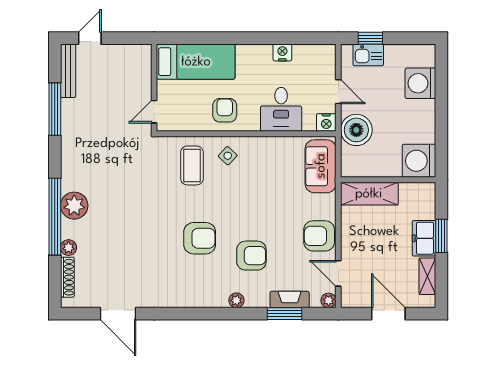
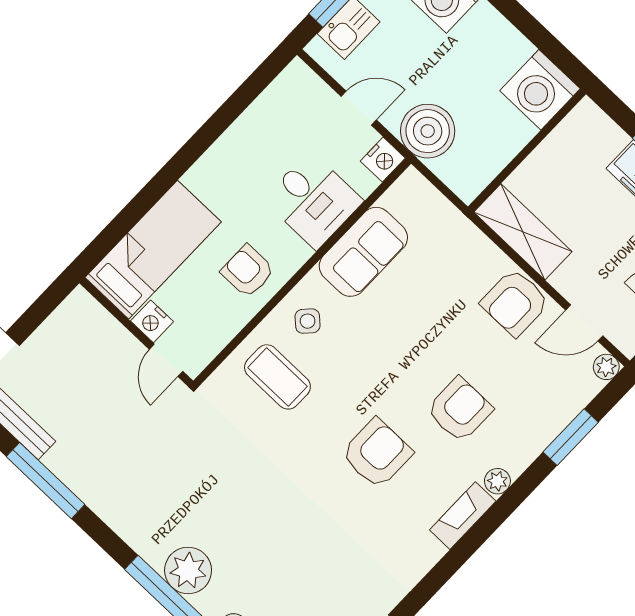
nightstand: (282, 52) -> (152, 321), moved, turned -90
sofa: (321, 166) -> (363, 252), moved, turned -90
shelving: (369, 194) -> (523, 232), moved, turned 90
fireplace: (290, 300) -> (463, 516), moved

